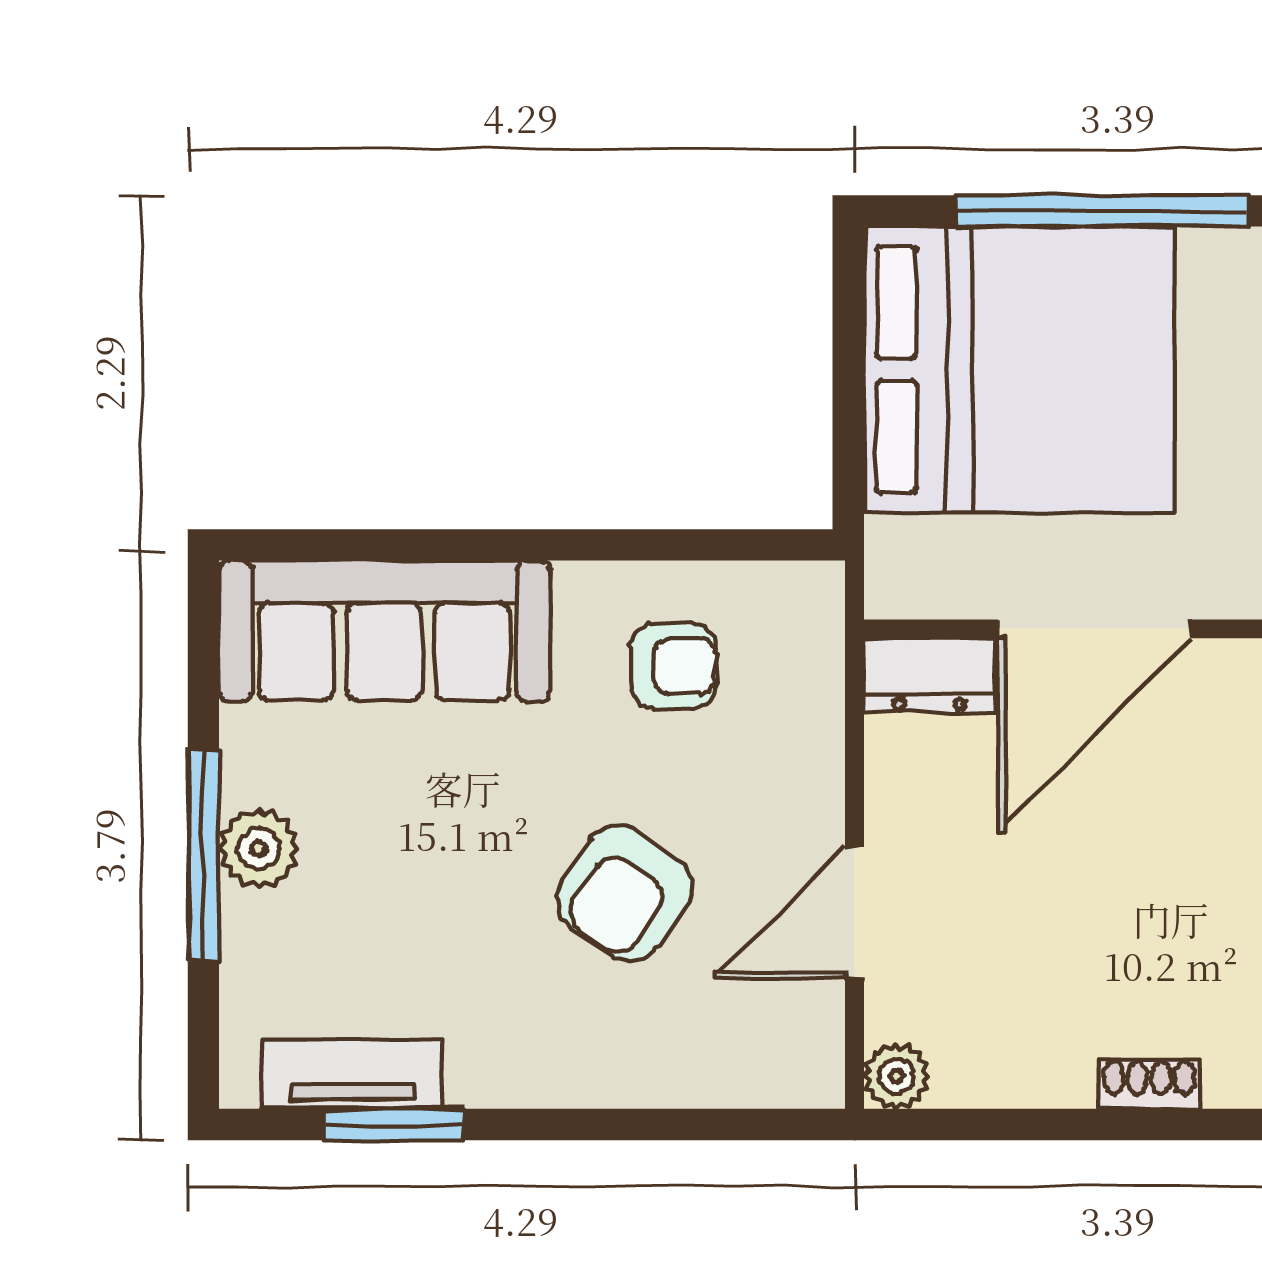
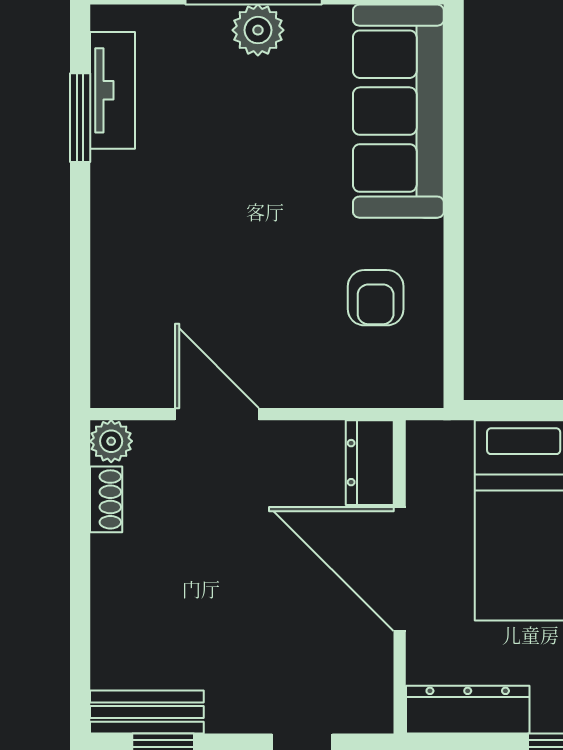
armchair: (624, 893) -> (229, 266), removed
shoe rack: (1149, 1084) -> (106, 499), moved

